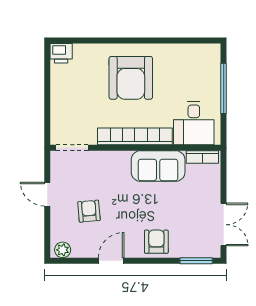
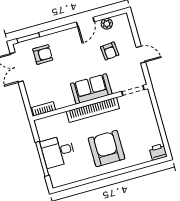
desk: (194, 123) -> (58, 151), moved, turned -90
sofa: (158, 166) -> (91, 89), moved
armchair: (156, 242) -> (43, 55), moved, turned -90
plant: (63, 250) -> (107, 24), moved

